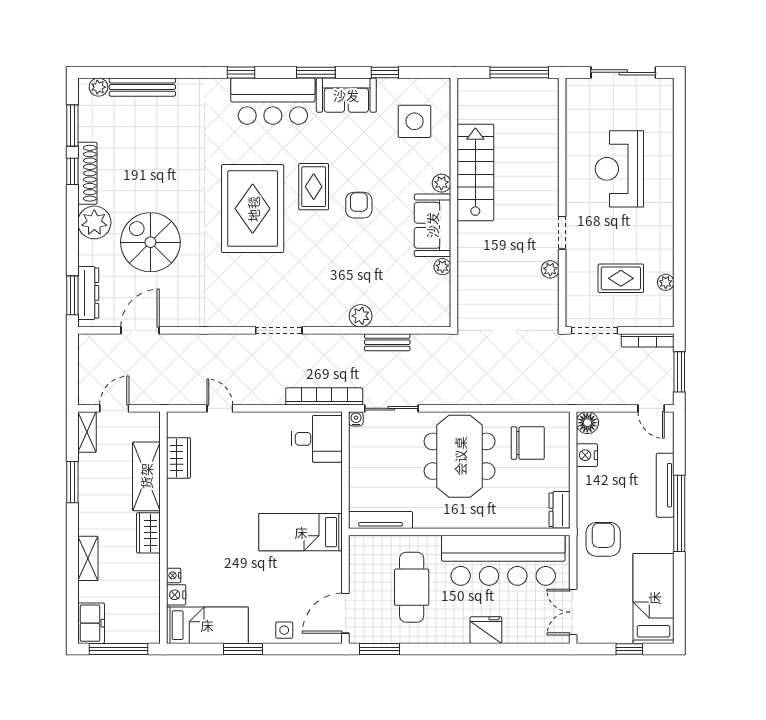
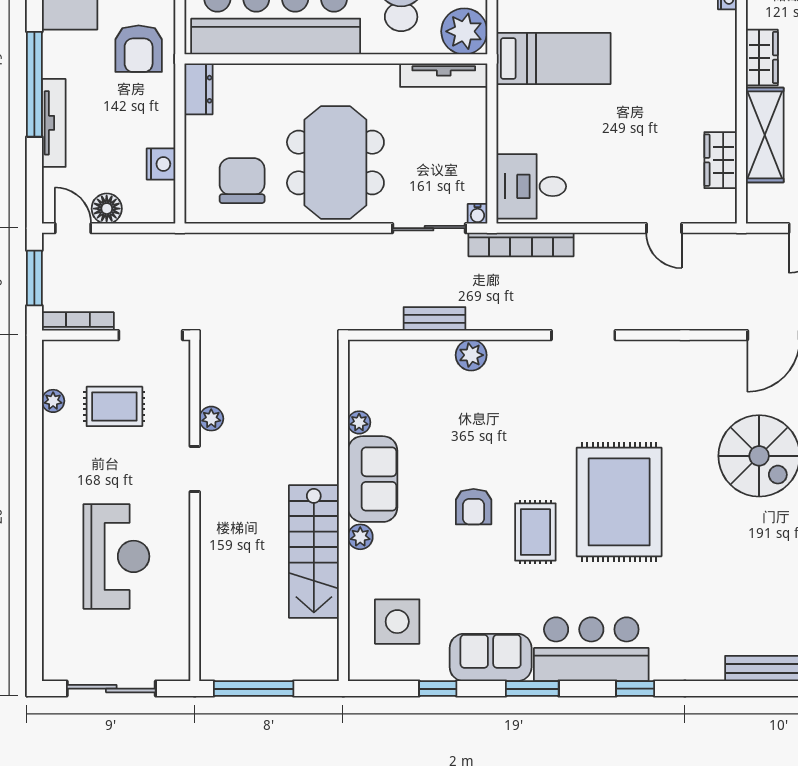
floor lamp: (587, 423) -> (107, 209), moved
chair: (528, 443) -> (242, 181), turned 90
plant: (366, 552) -> (464, 31), added

